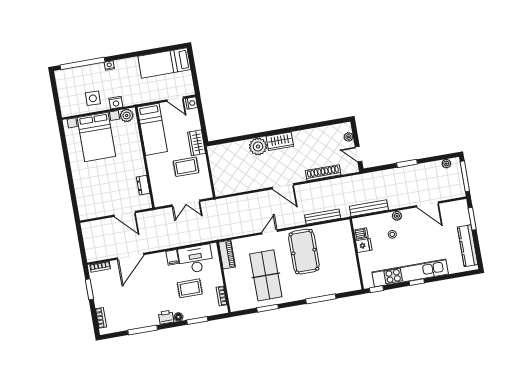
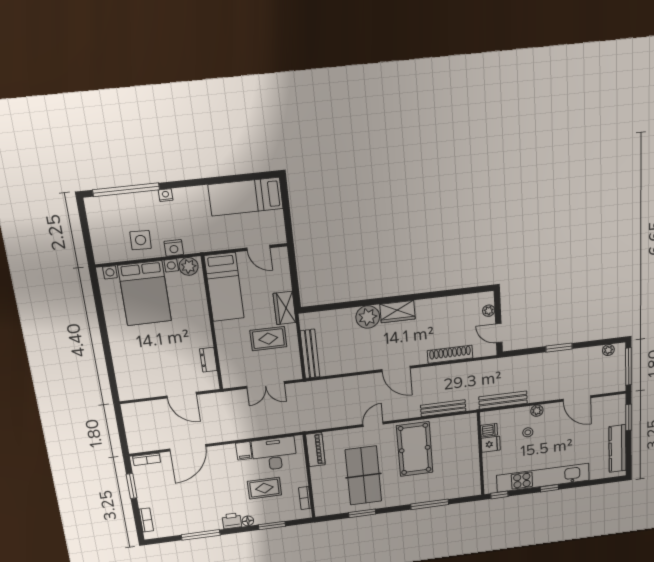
nightstand: (191, 103) -> (281, 255), removed
bench: (217, 177) -> (310, 354), added

